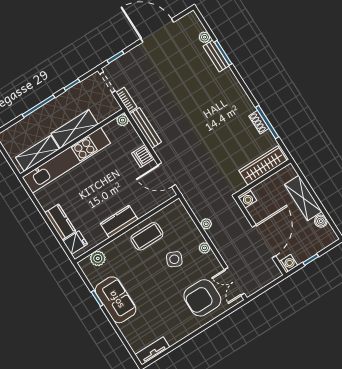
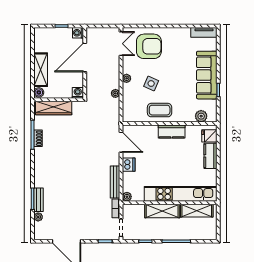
boiler: (321, 221) -> (39, 92), moved
sofa: (116, 300) -> (207, 75), width x1.36

